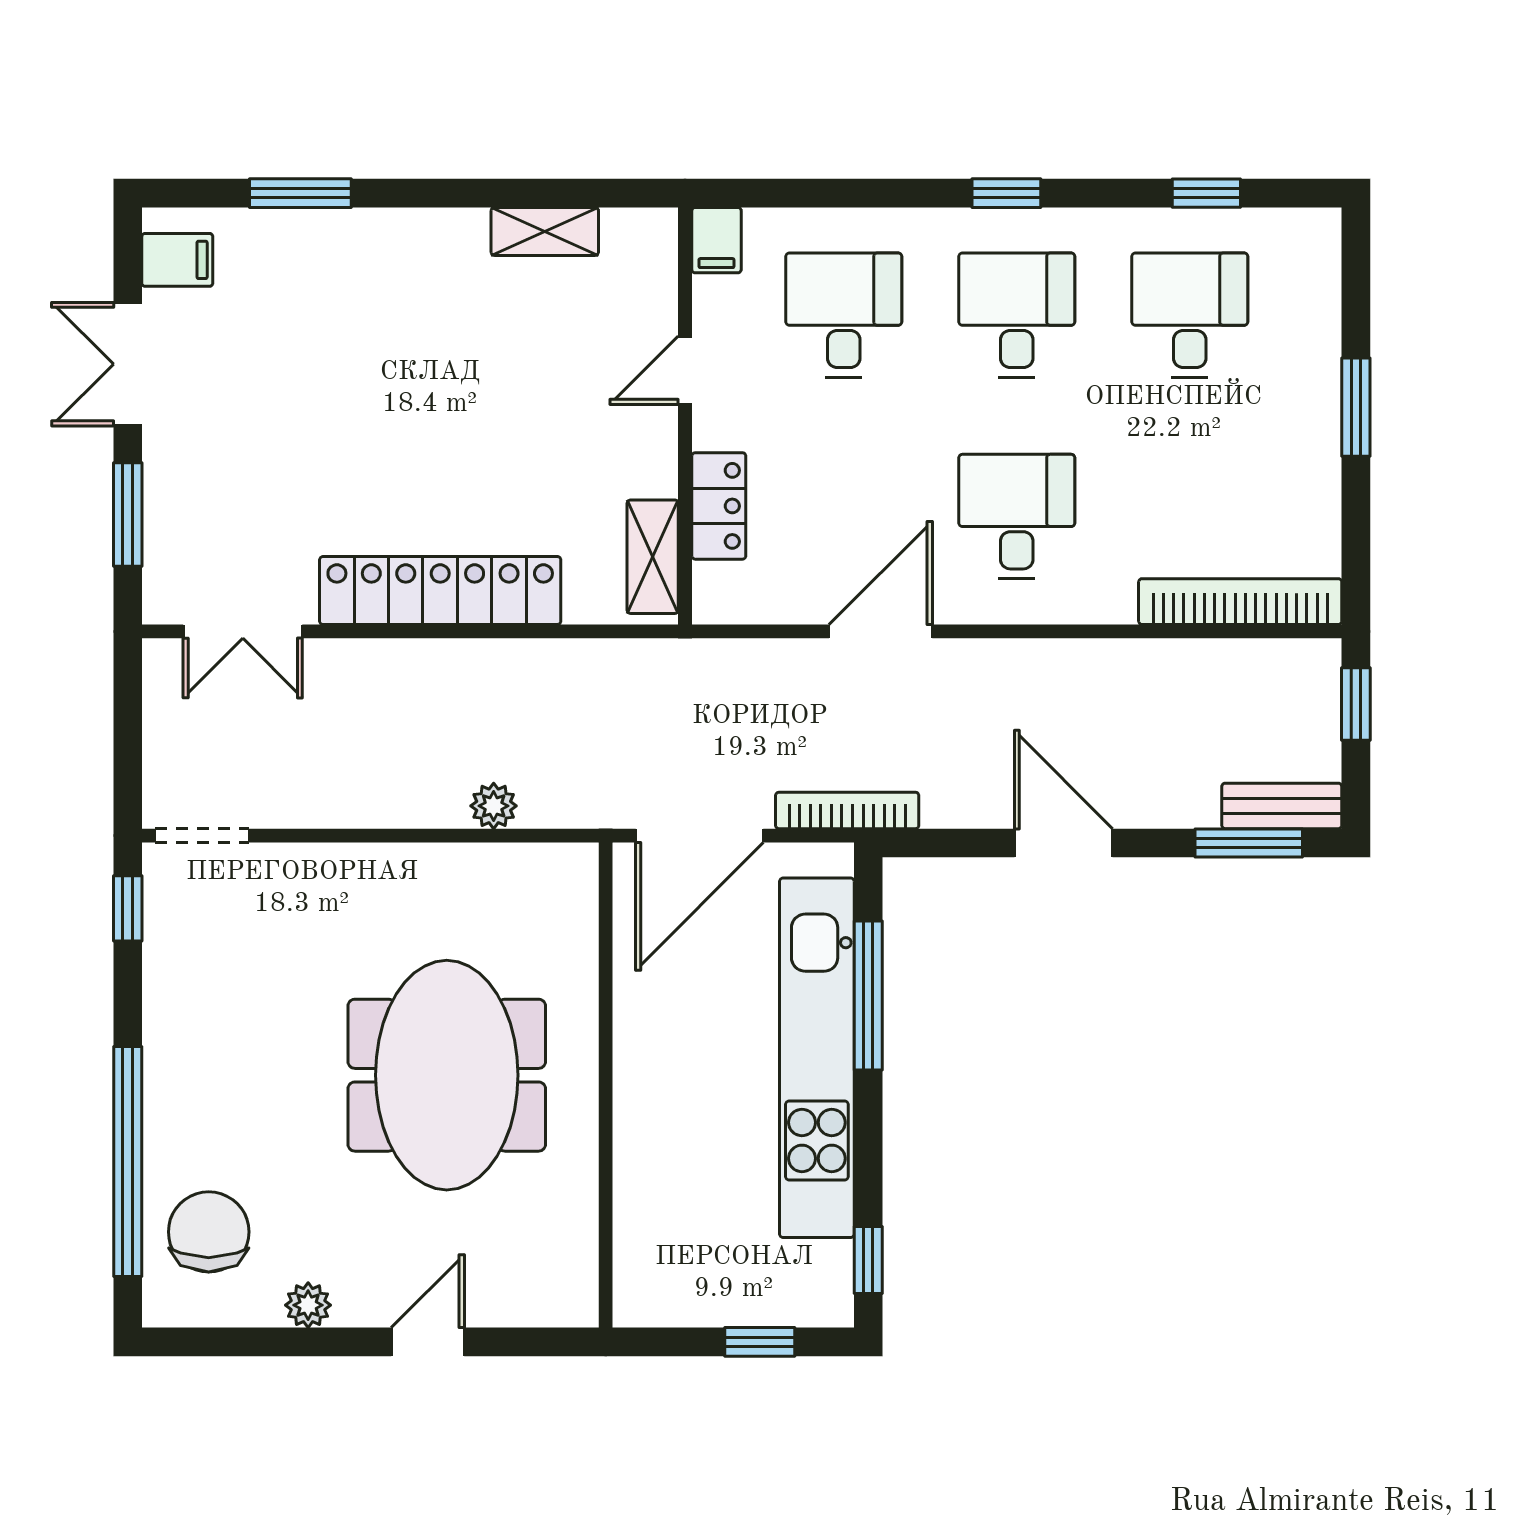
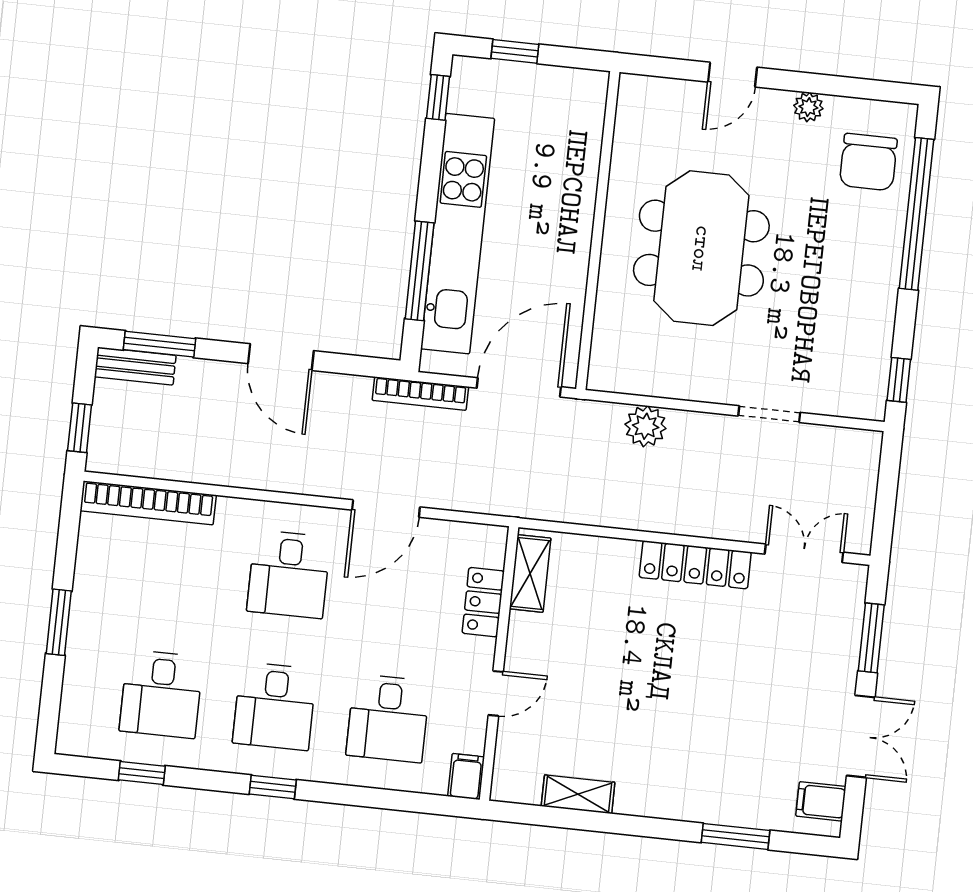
locker: (440, 591) -> (695, 565), width x0.71, depth x0.83
plant: (494, 806) -> (646, 426), width x1.38, depth x1.38
doorway: (202, 836) -> (769, 414), moved

